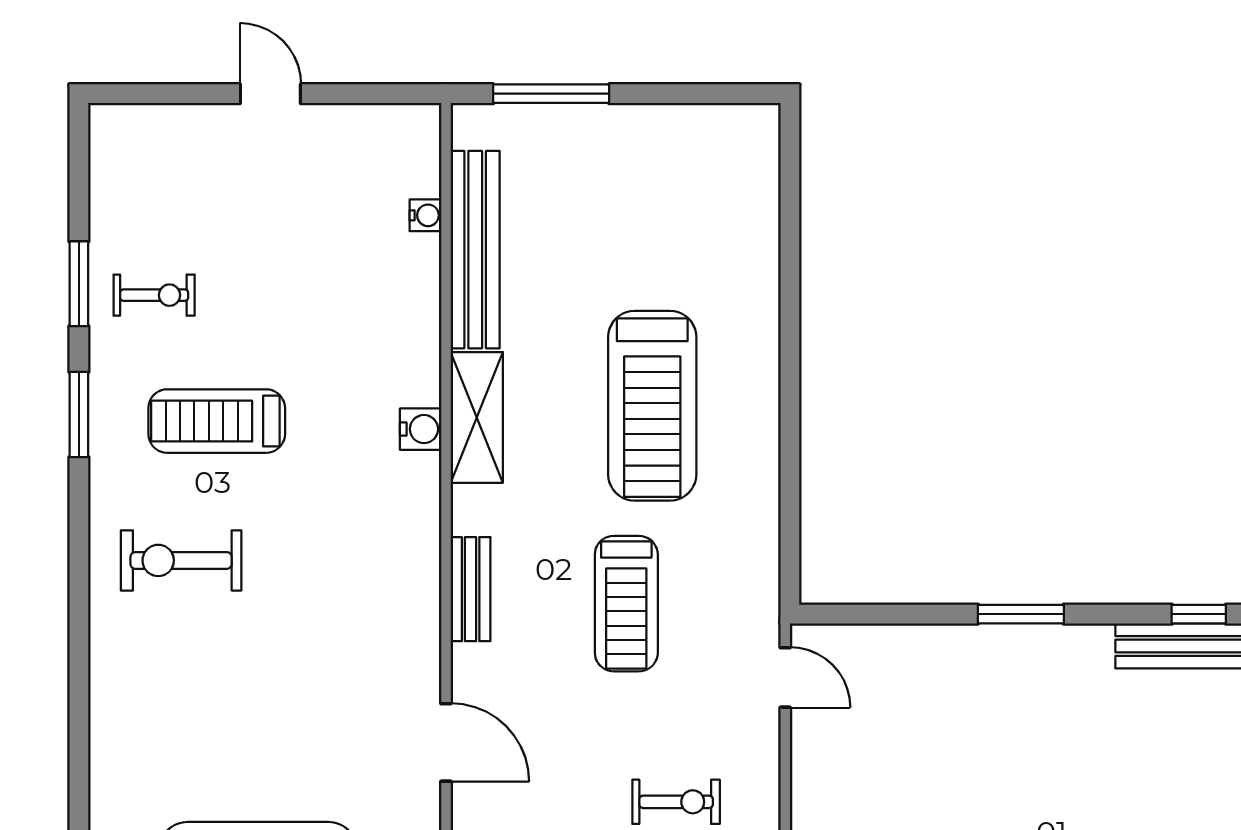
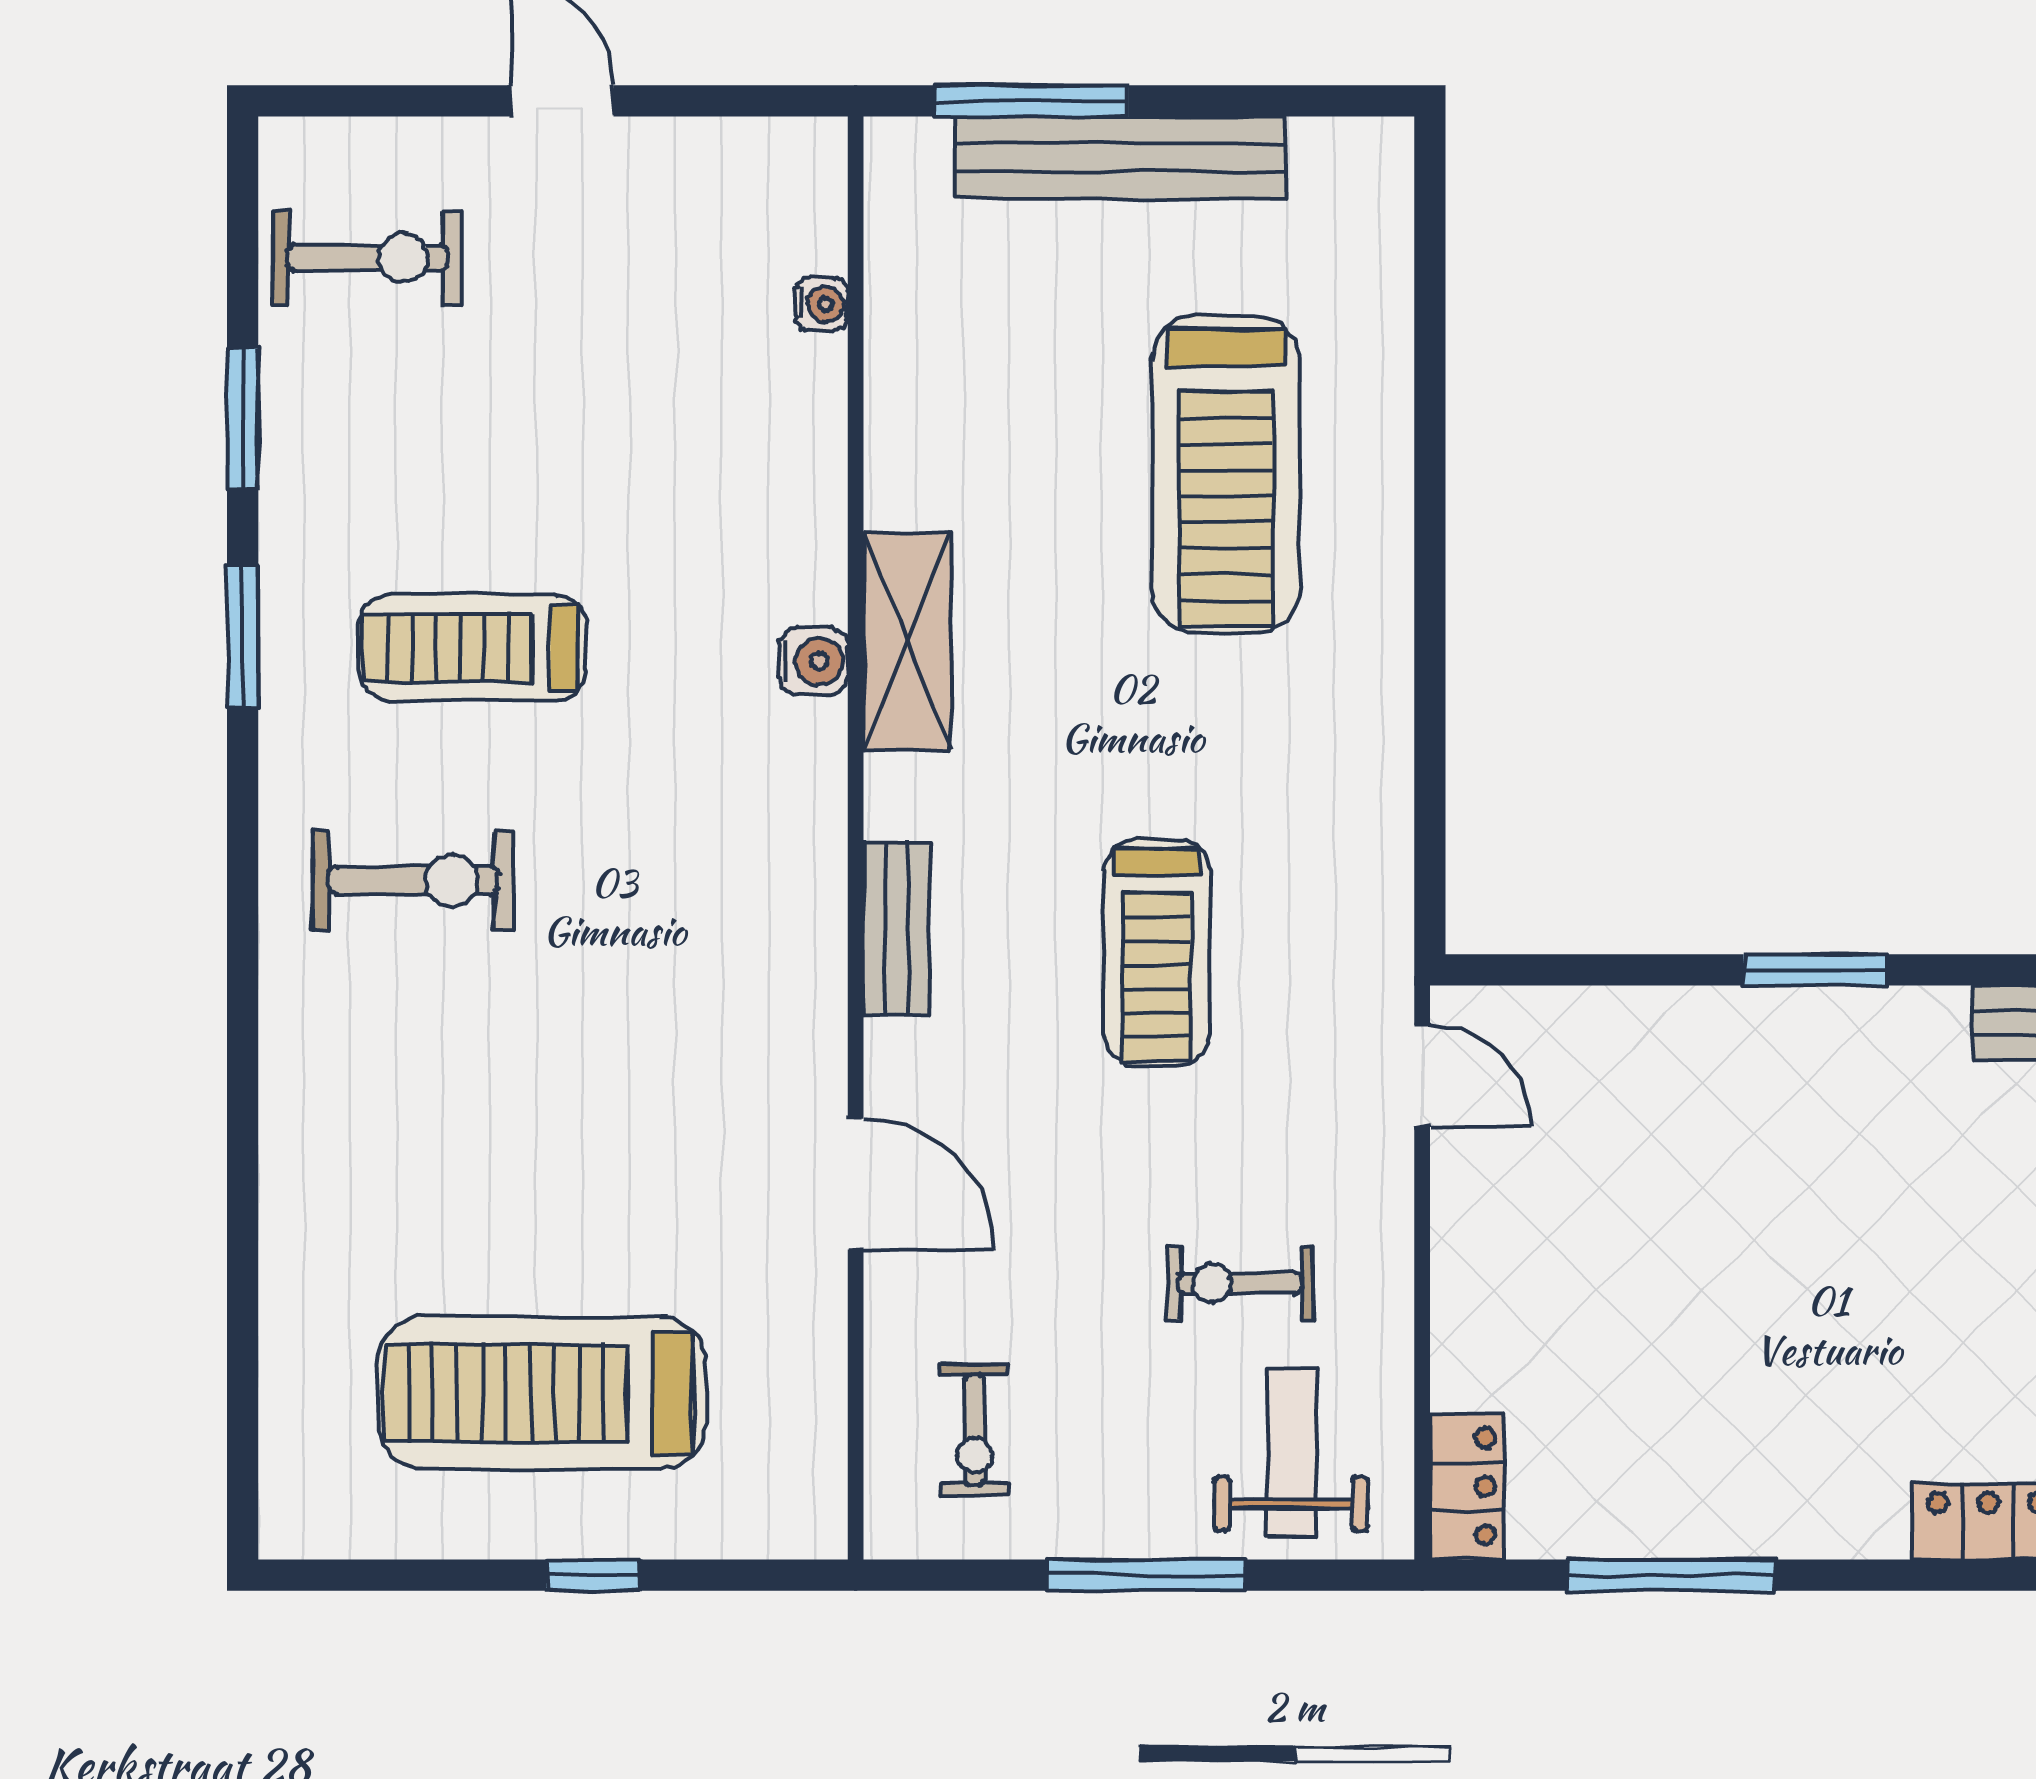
bench: (475, 250) -> (1120, 157), moved, turned 90
exercise bike: (154, 295) -> (368, 258), moved, width x1.38, depth x1.39
treadmill: (652, 406) -> (1226, 474), moved
exercise bike: (181, 560) -> (413, 880), turned 180
exercise bike: (676, 802) -> (1240, 1283), turned 180

